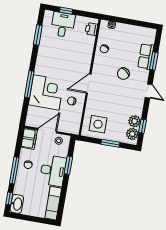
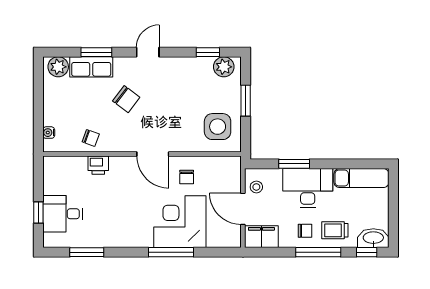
printer: (91, 29) -> (98, 165), moved
plant: (135, 121) -> (58, 67), moved
trolley: (25, 182) -> (335, 230), added

